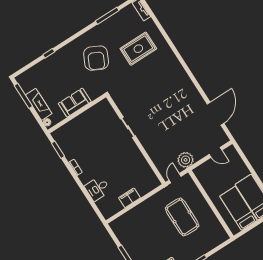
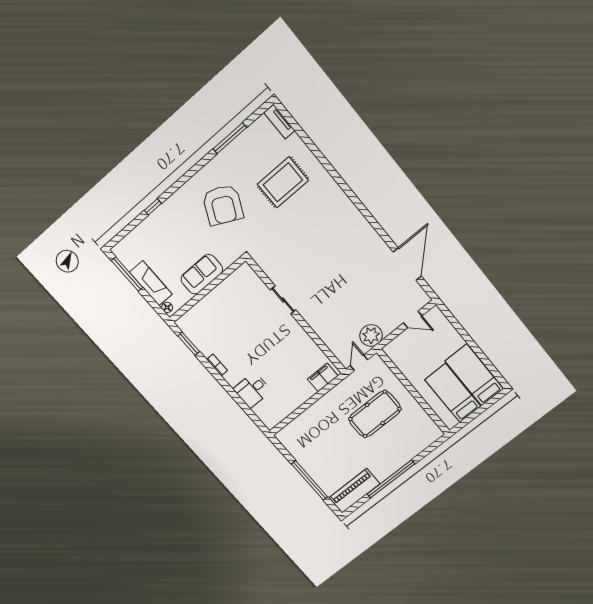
filing cabinet: (129, 198) -> (323, 377), moved
pool table: (182, 217) -> (375, 414), turned 90

